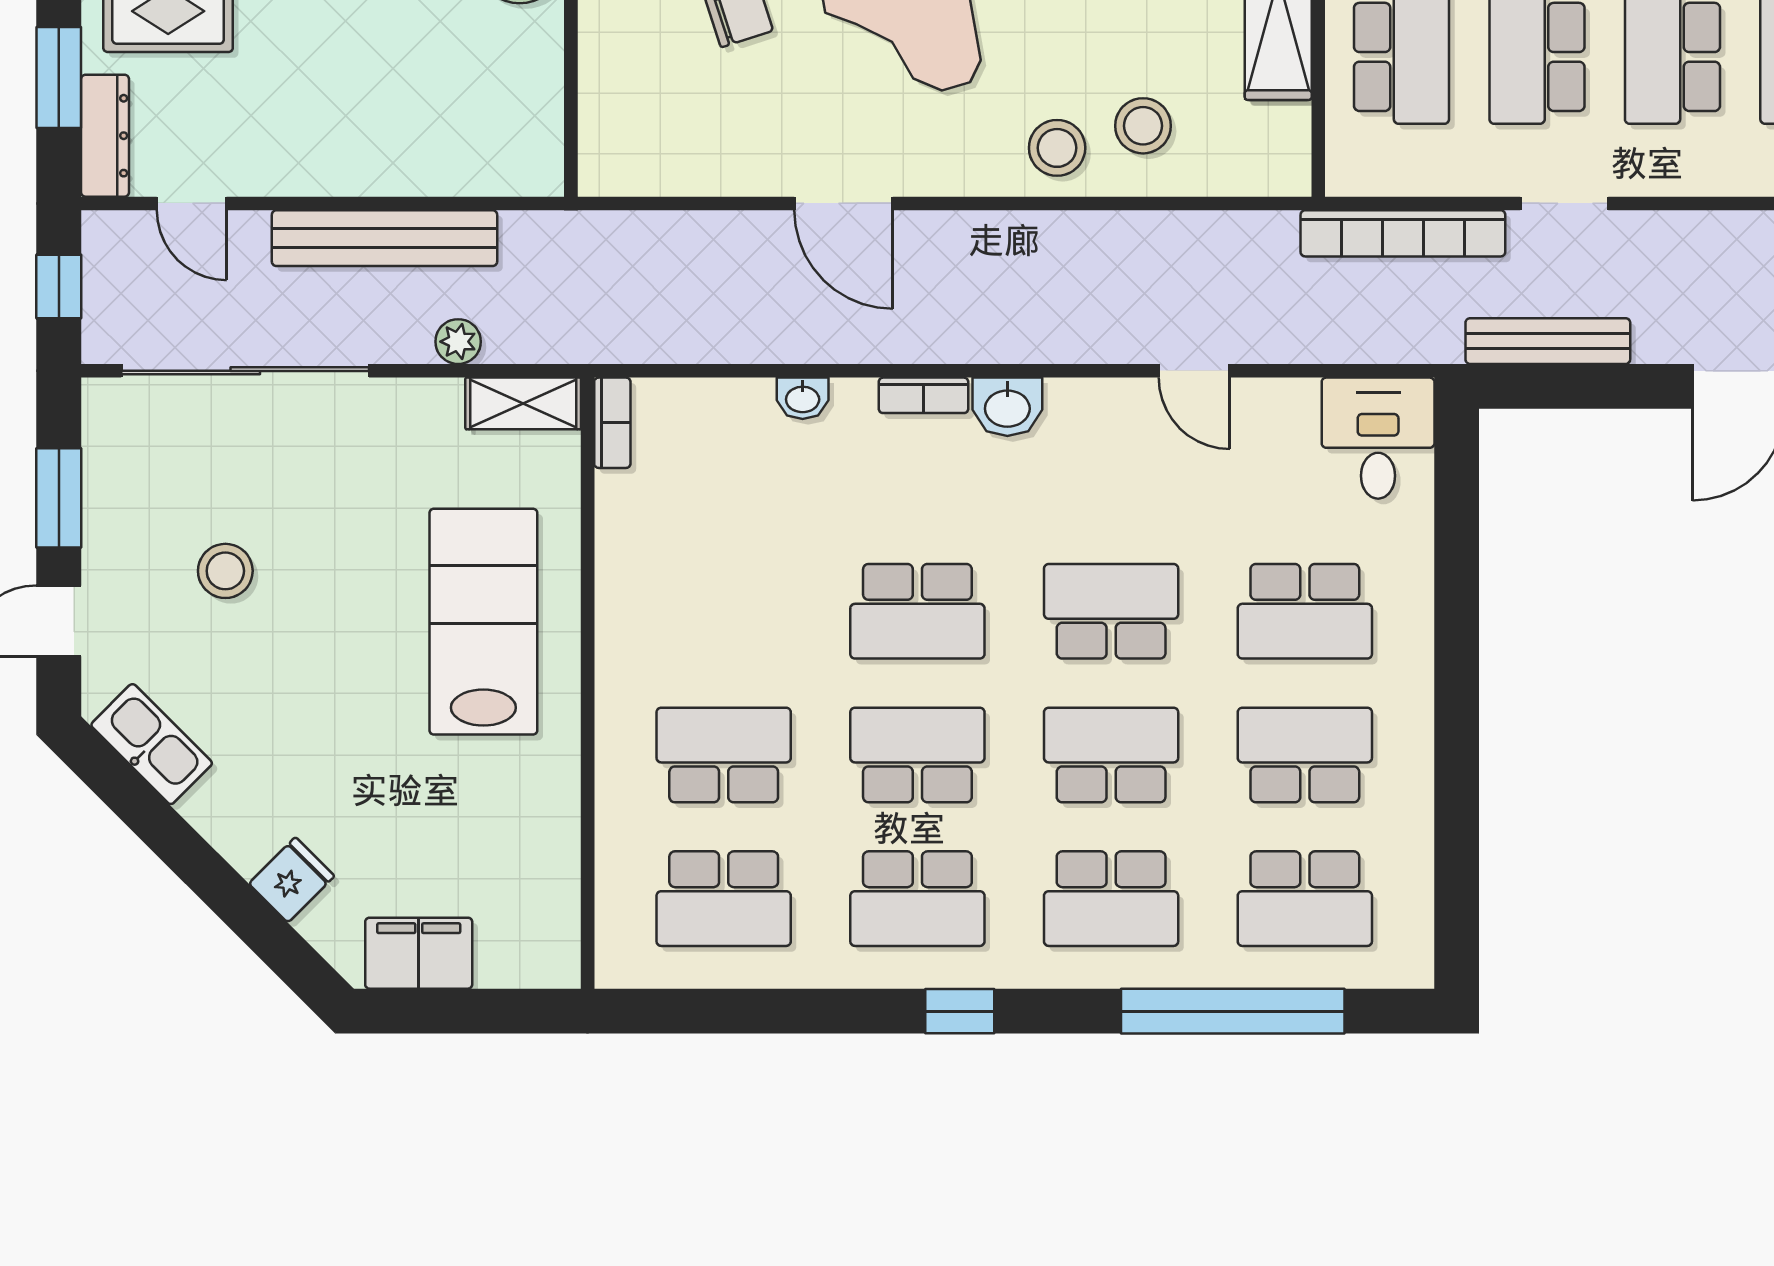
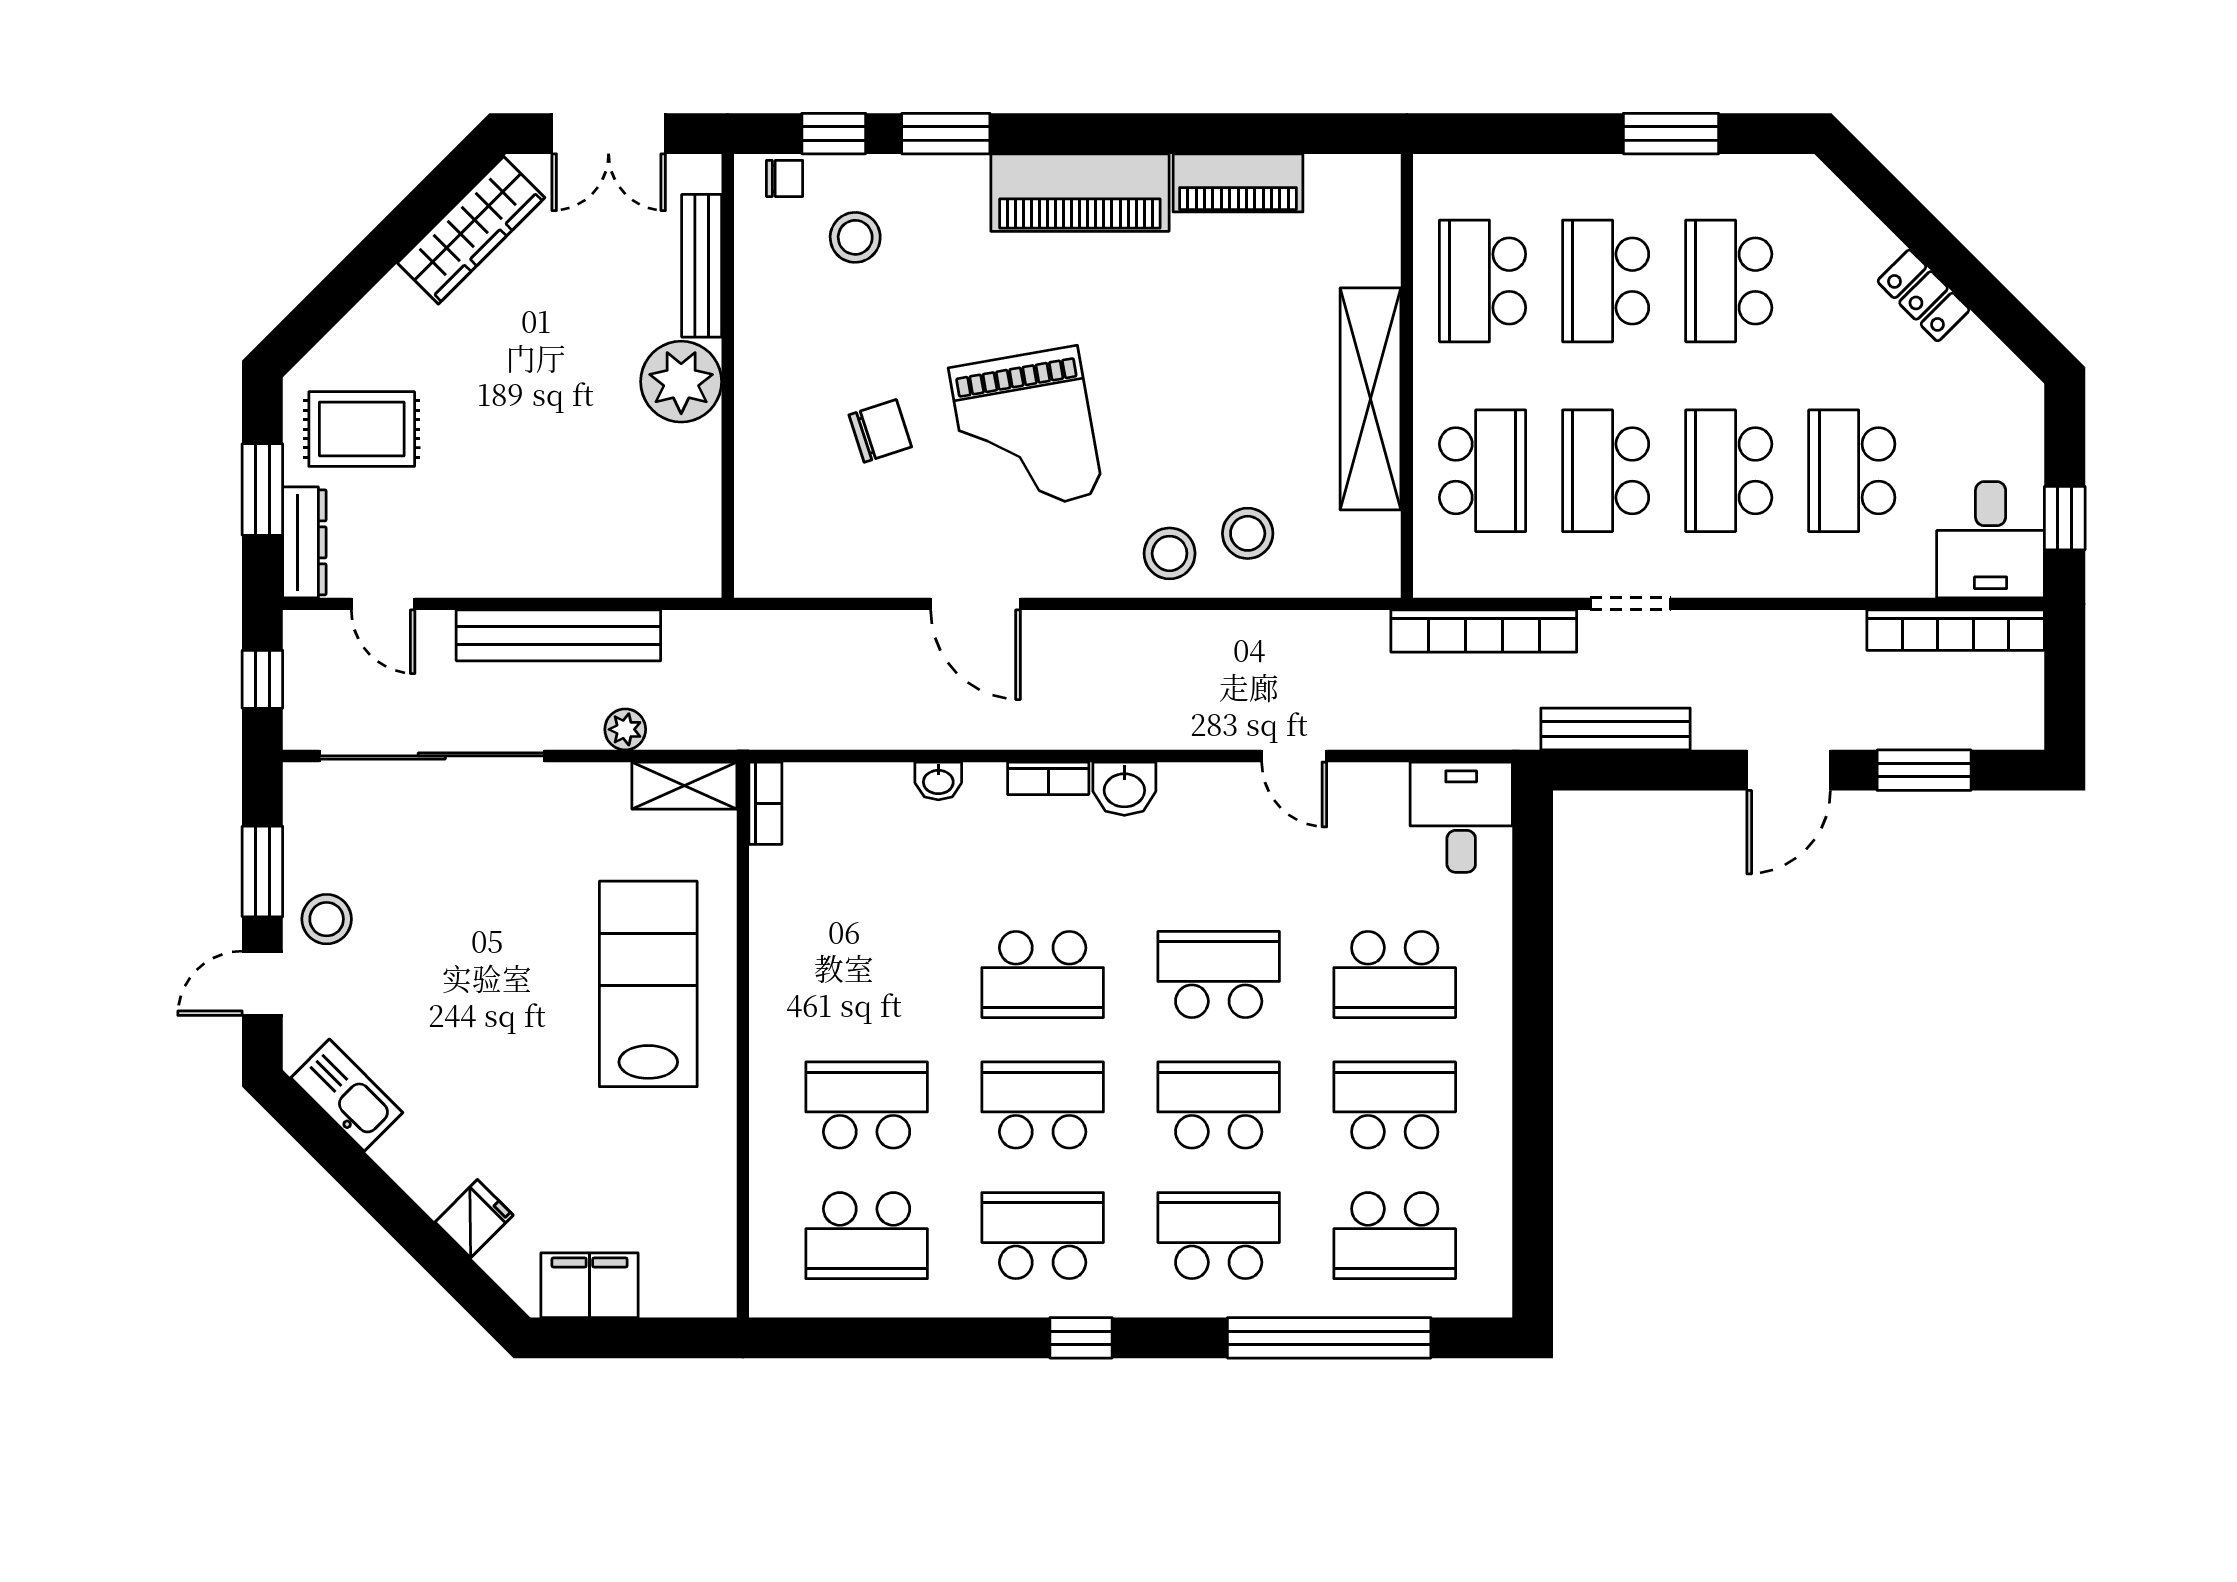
stool: (225, 571) -> (327, 919), moved
school desk: (917, 899) -> (1043, 1236), turned 180
school desk: (1111, 899) -> (1219, 1236), turned 180

